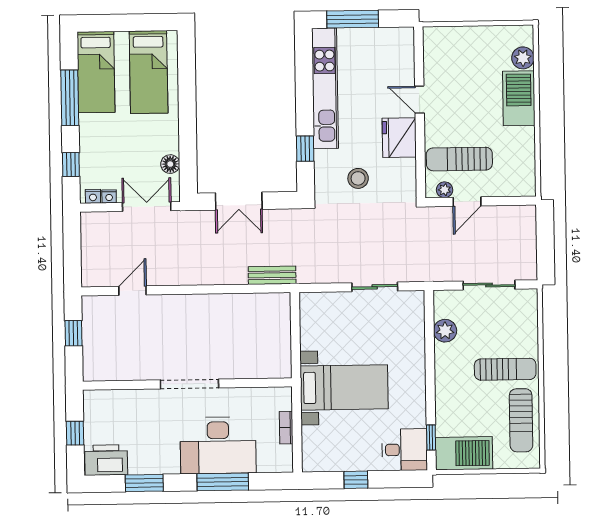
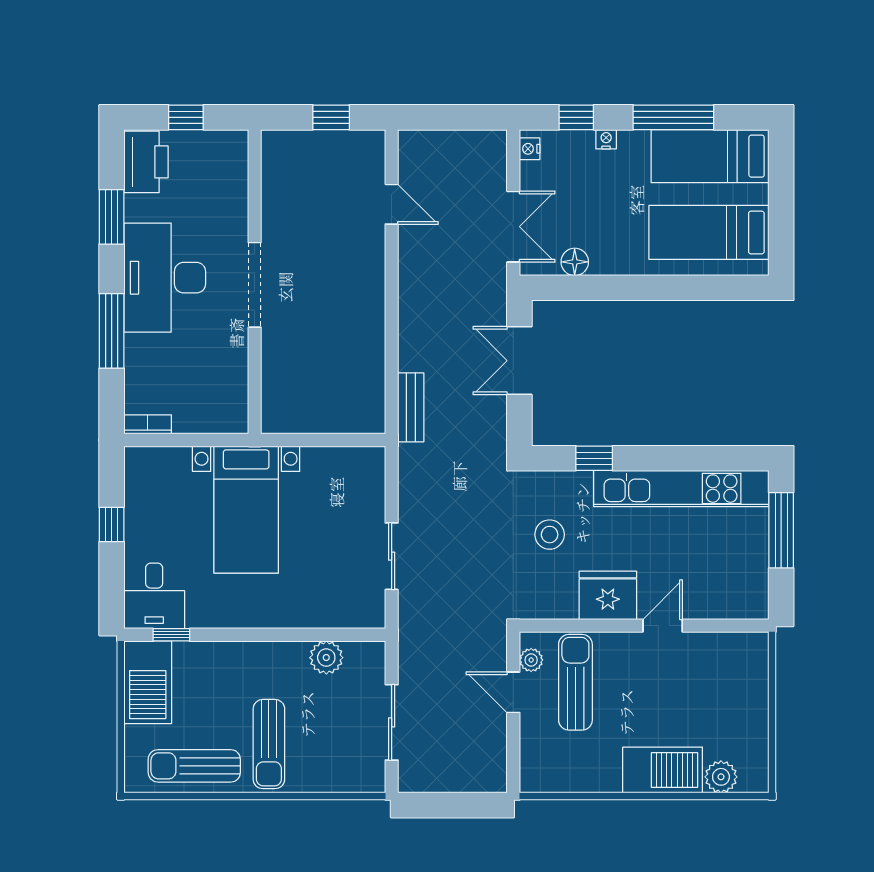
nightstand: (109, 196) -> (606, 139), moved, turned 90
bookcase: (286, 428) -> (148, 424), moved
desk: (218, 445) -> (165, 278), moved

